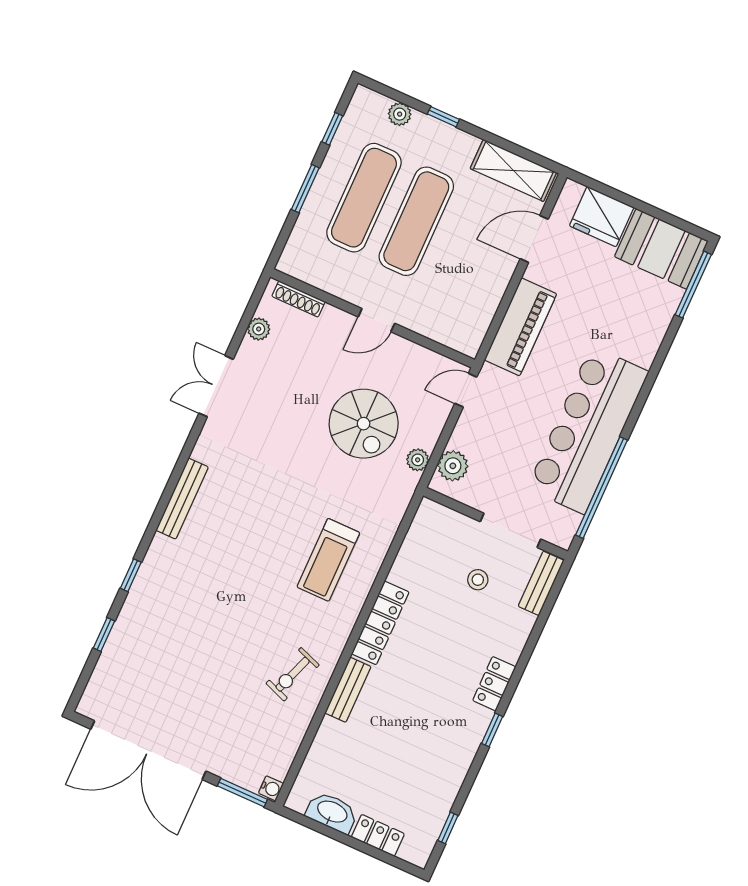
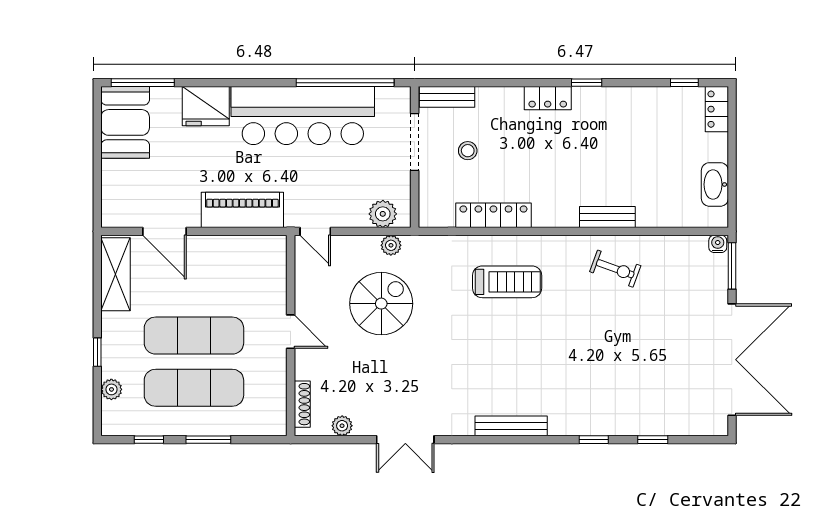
fridge: (602, 217) -> (206, 106), moved, turned 90
locker: (380, 623) -> (493, 215), moved
locker: (378, 835) -> (717, 109), moved

